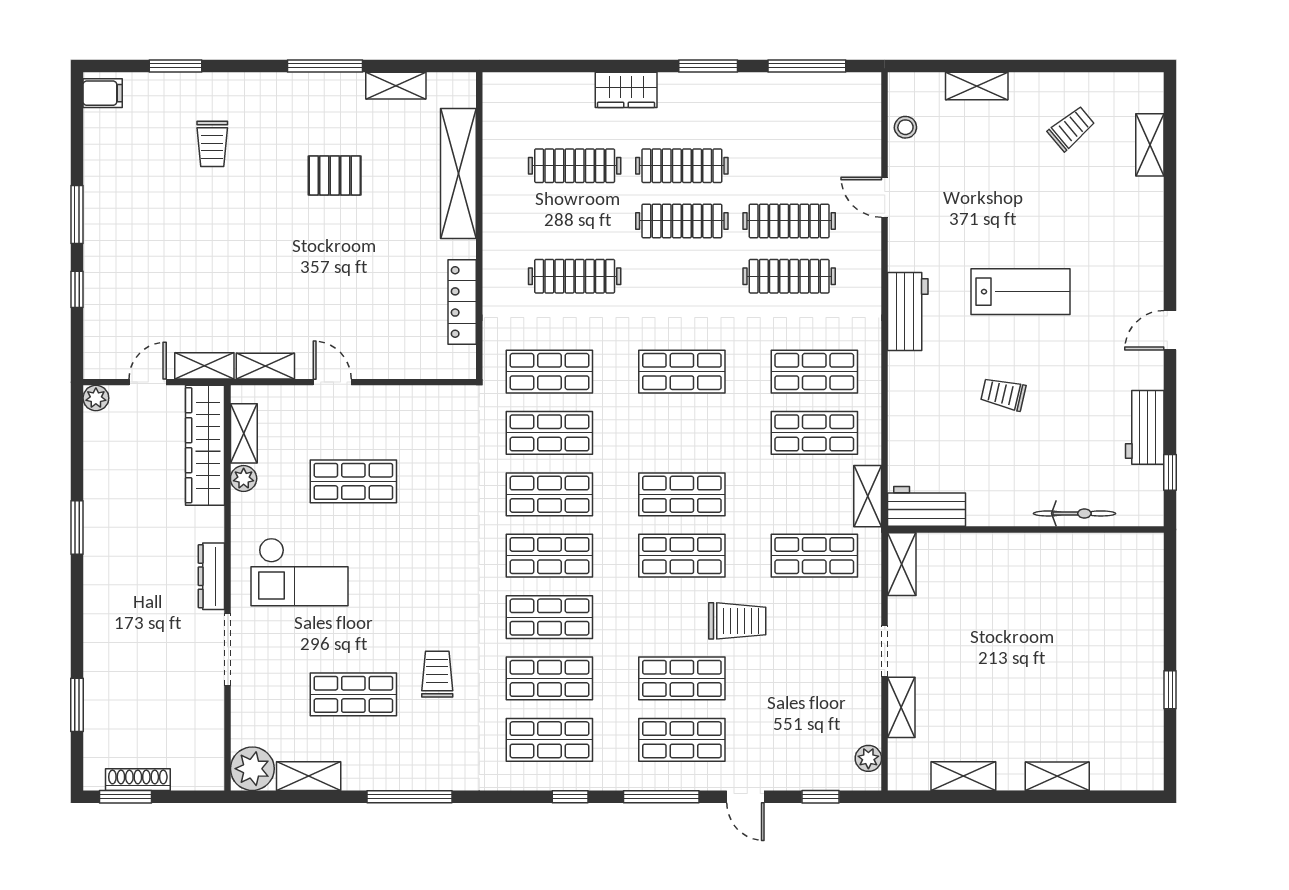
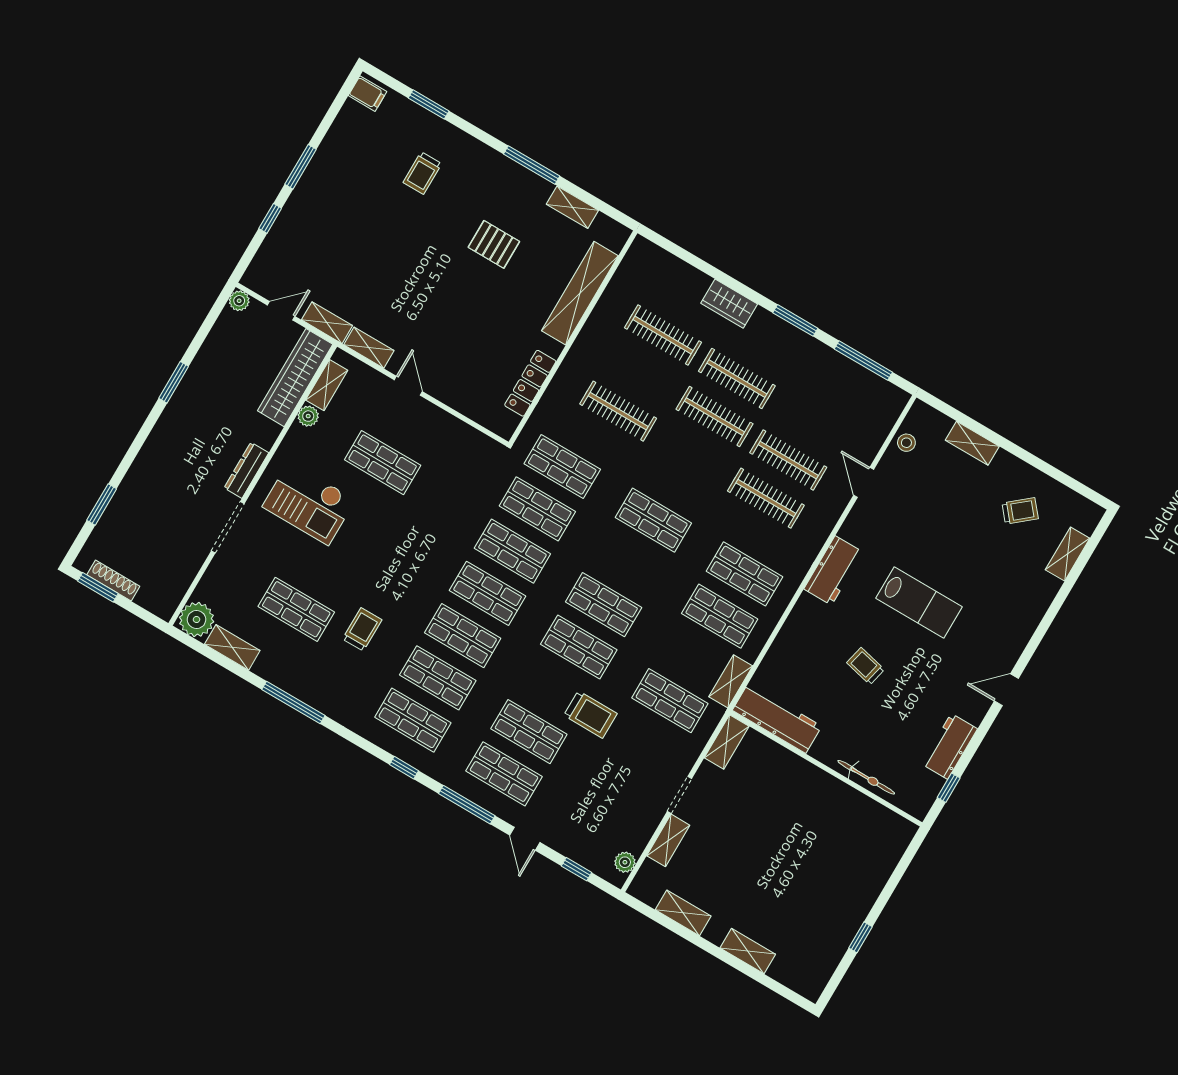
workbench: (926, 506) -> (777, 718), width x1.38

